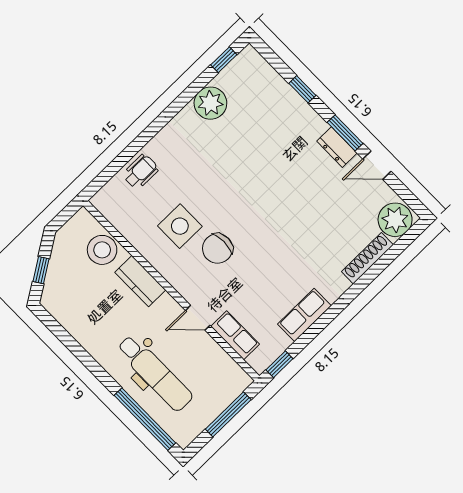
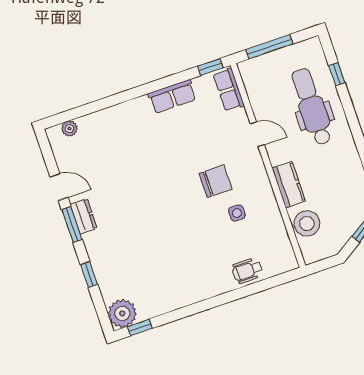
plant: (210, 103) -> (122, 313), moved
plant: (395, 220) -> (69, 129), width x0.53, depth x0.53
side table: (180, 226) -> (237, 213), width x0.54, depth x0.54
shoe rack: (367, 258) -> (101, 117), removed
row of seats: (235, 335) -> (229, 90), moved
window: (145, 419) -> (337, 74), width x0.32

